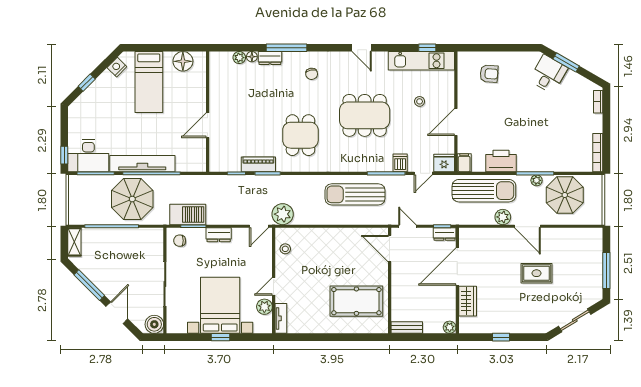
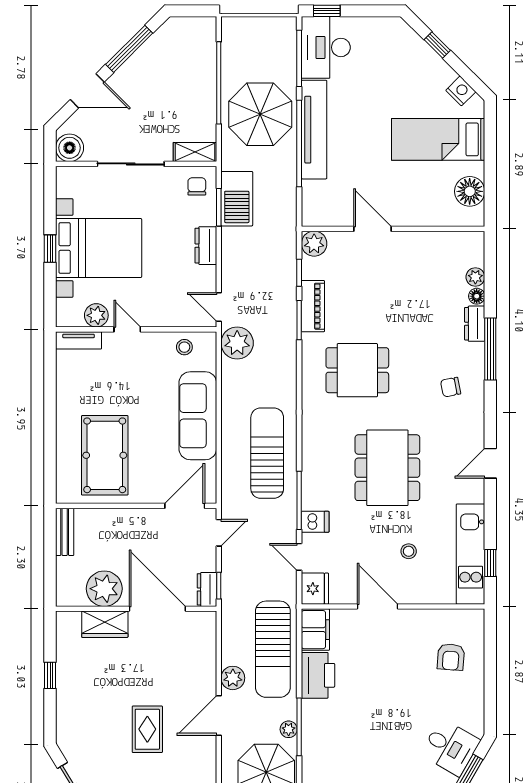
filing cabinet: (464, 163) -> (315, 630), width x2.00
plant: (217, 164) -> (314, 244), added
sofa: (330, 240) -> (198, 416), added
shelving: (74, 242) -> (195, 152), moved
plant: (450, 327) -> (104, 589), moved, width x1.87, depth x1.87

